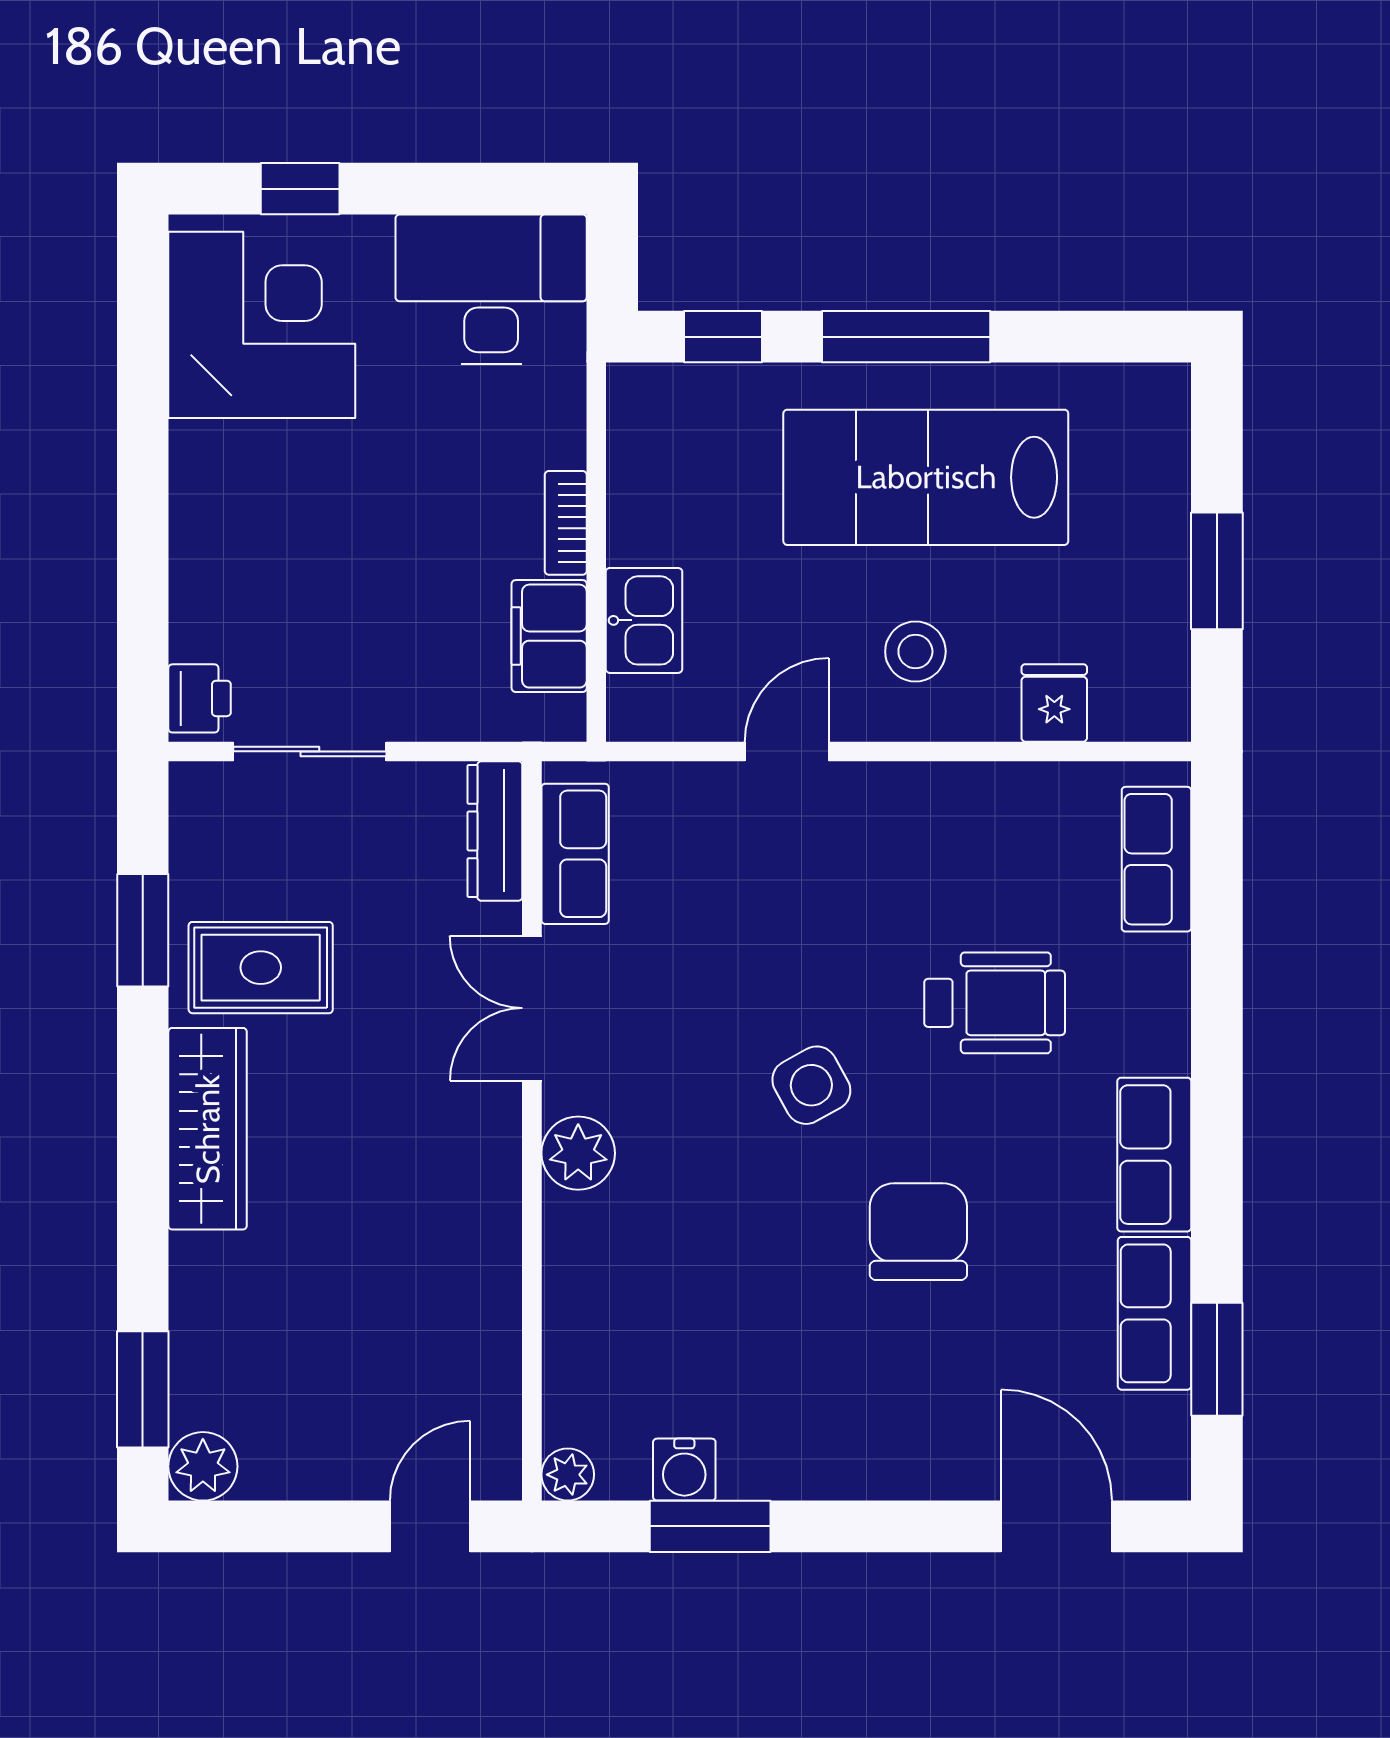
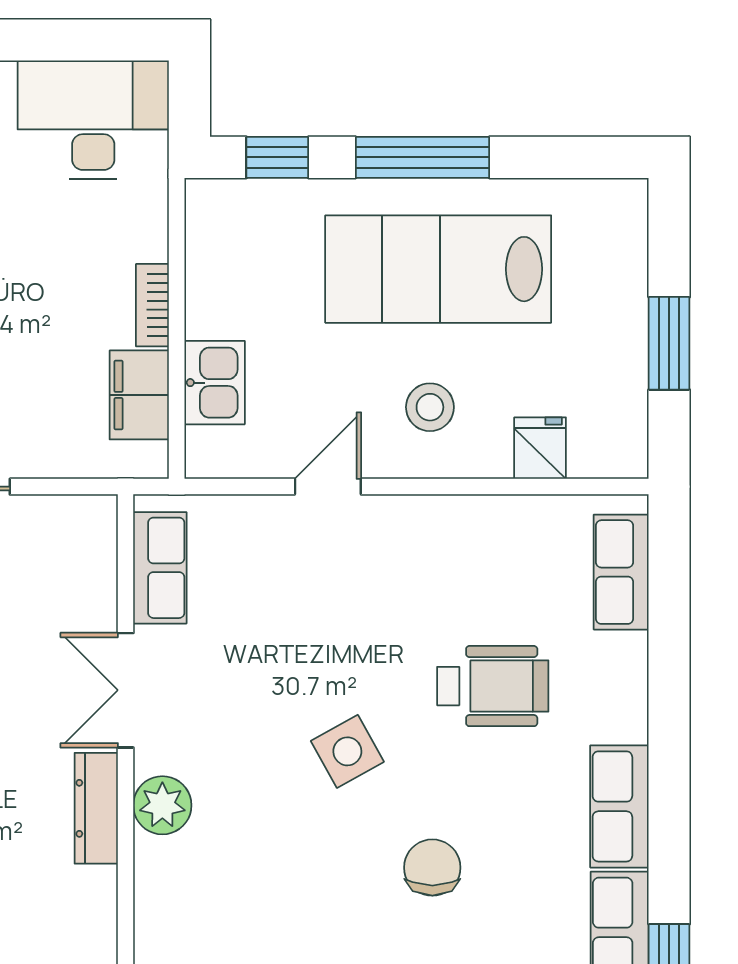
dresser: (495, 831) -> (96, 808), moved
chair: (918, 1232) -> (432, 868), width x0.73, depth x0.73

